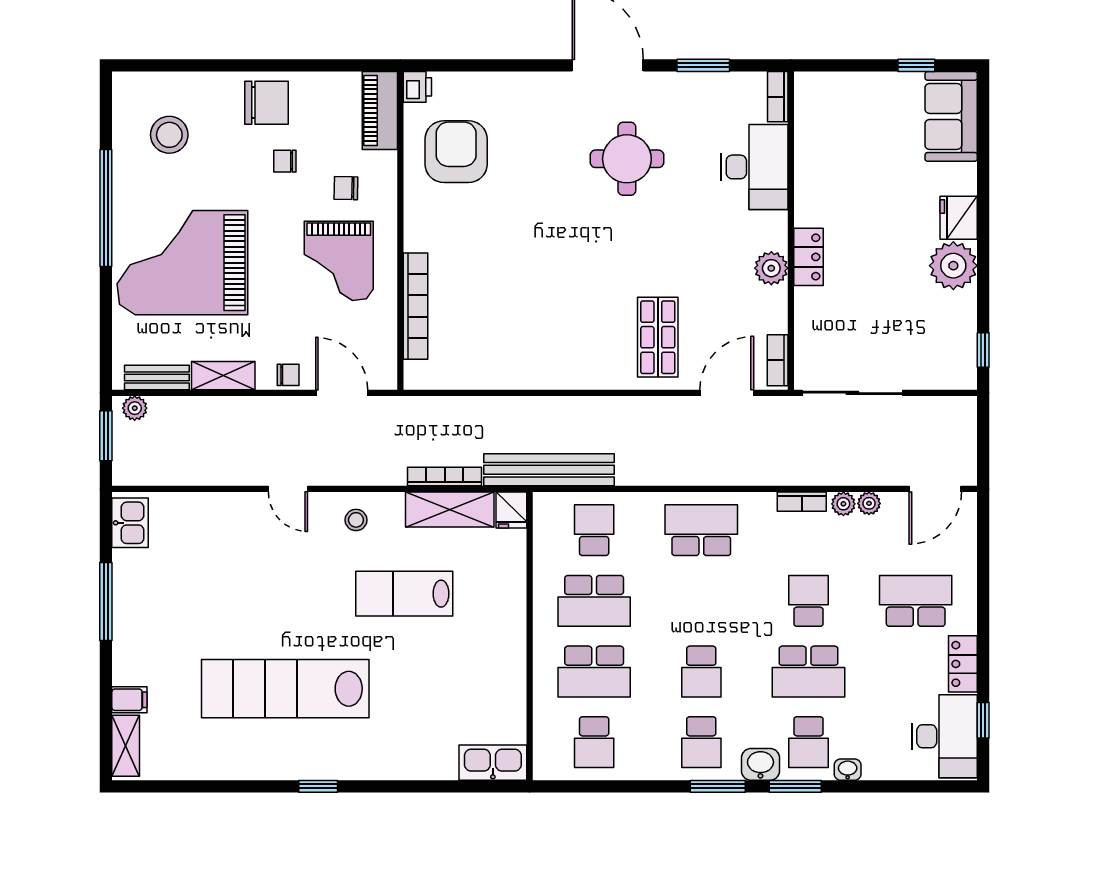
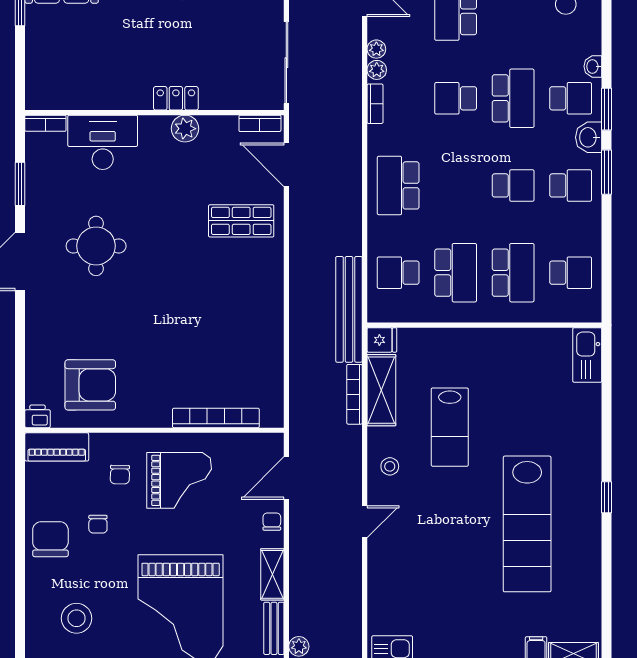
armchair: (456, 152) -> (90, 385), turned 180

